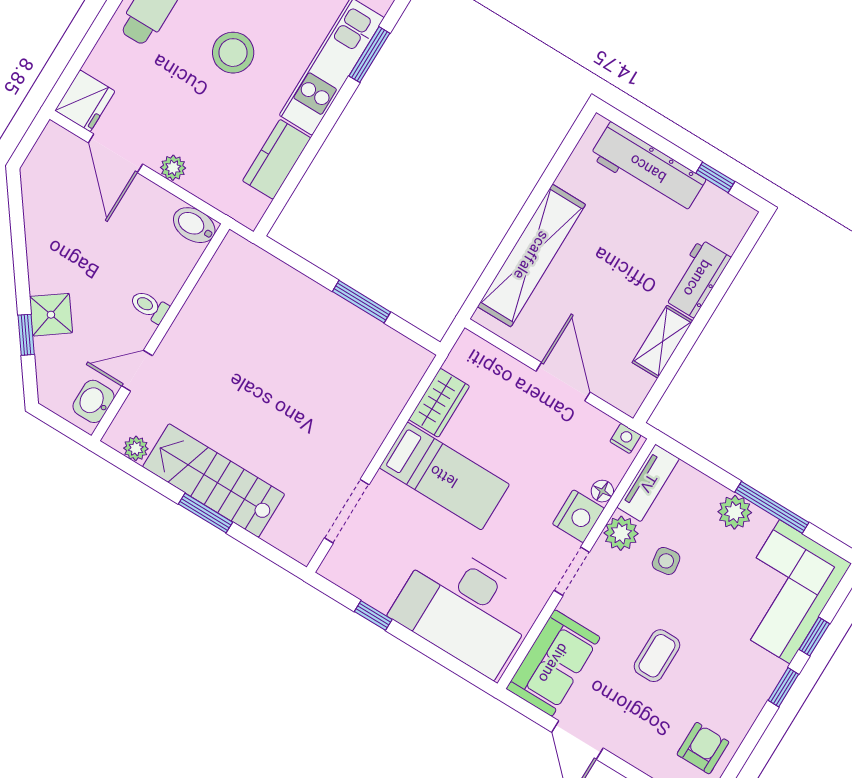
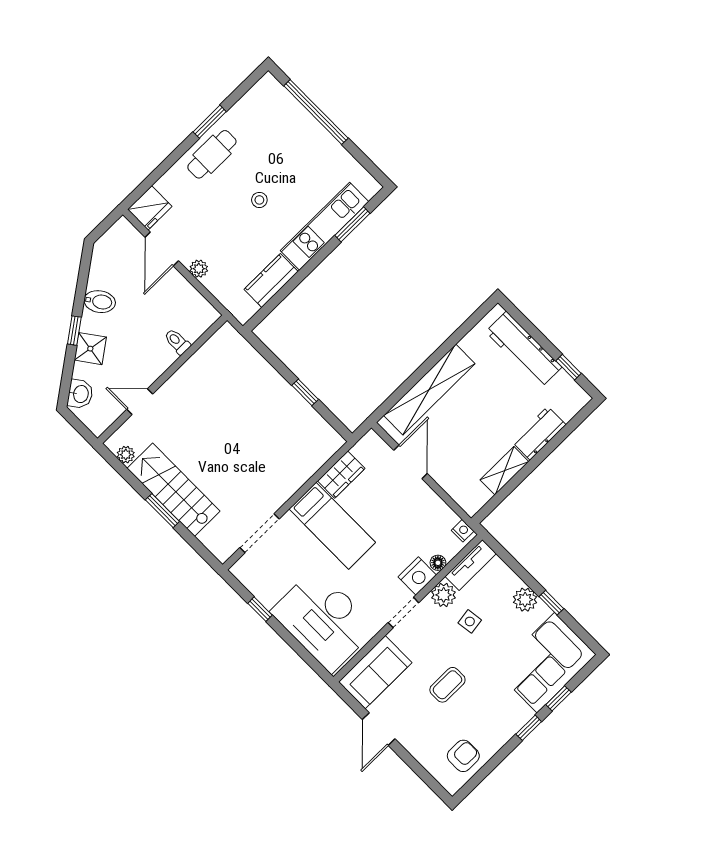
stool: (233, 53) -> (259, 200), width x0.53, depth x0.53
bidet: (194, 225) -> (100, 302), moved, turned 144
window: (362, 302) -> (305, 392), width x0.67
toilet: (149, 306) -> (177, 342), moved
window: (26, 335) -> (74, 331), moved
door: (563, 382) -> (411, 462), moved
washbasin: (94, 401) -> (80, 394), moved, turned 144
window: (772, 507) -> (551, 603), width x0.46

